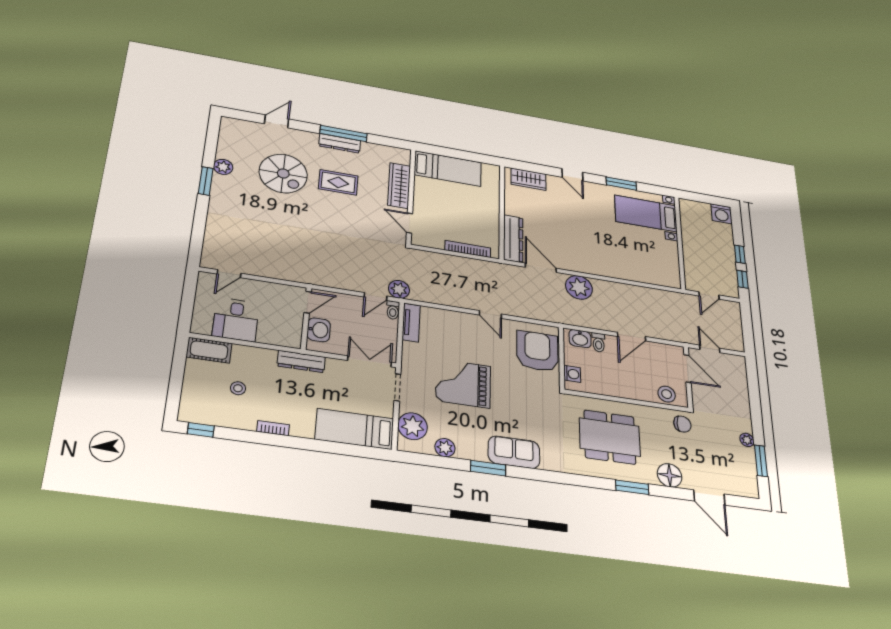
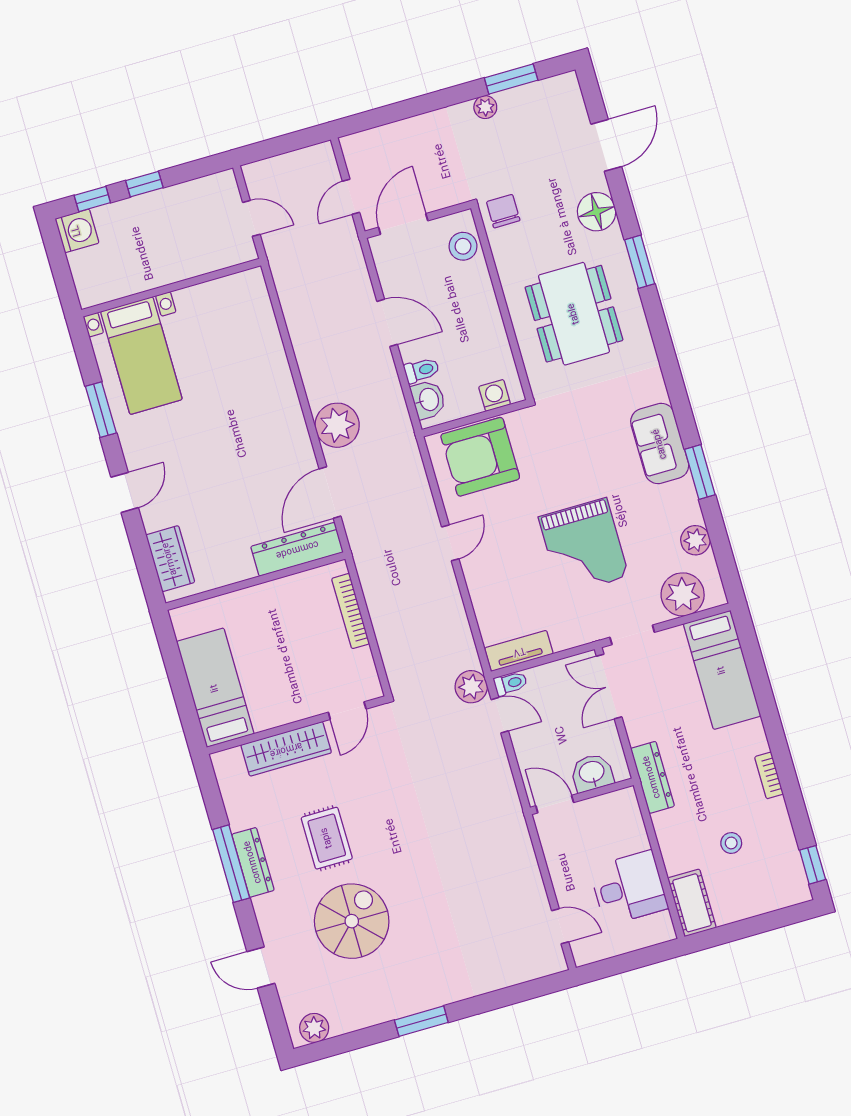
plant: (223, 167) -> (314, 1028), moved
window: (742, 279) -> (92, 199), moved

